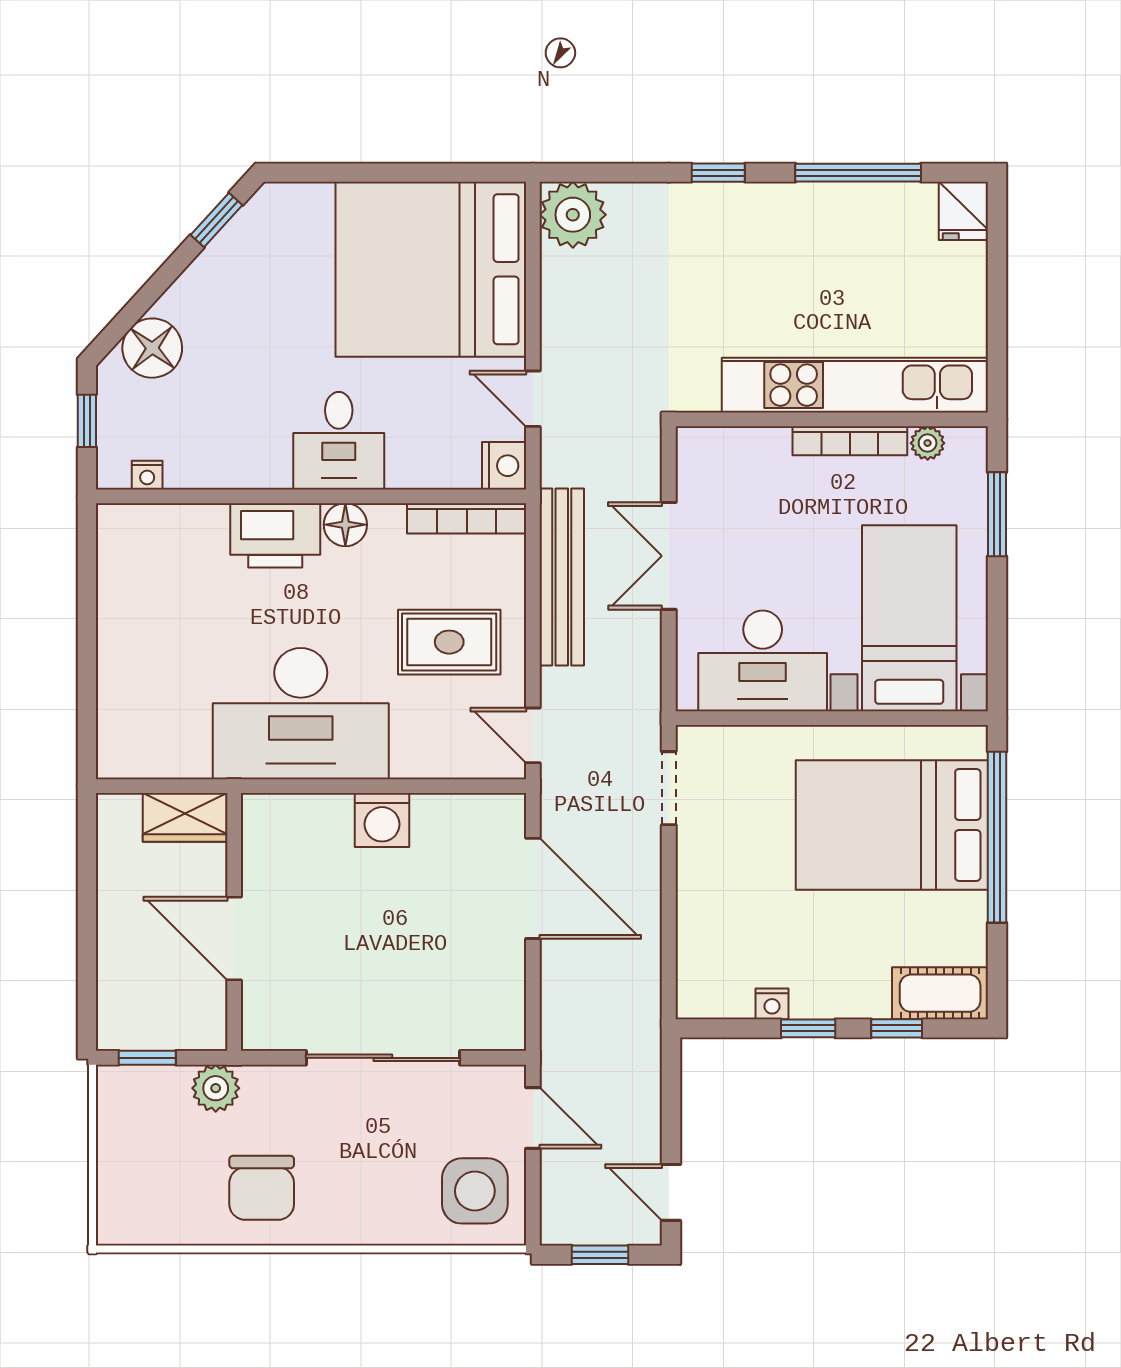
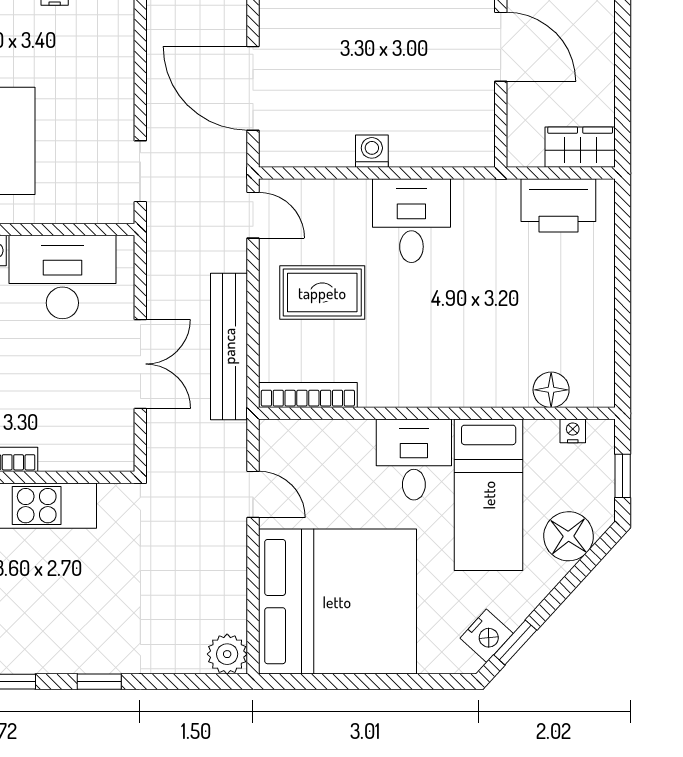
plant: (573, 215) -> (227, 654), width x0.73, depth x0.73
bed: (249, 398) -> (489, 495), added
nightstand: (504, 466) -> (487, 636), moved, turned -138
floor lamp: (345, 525) -> (551, 390), moved
printer: (275, 535) -> (558, 205), moved, turned 180
desk: (301, 714) -> (411, 221), width x0.53, depth x0.77
wardrobe: (185, 817) -> (580, 147), moved
washing machine: (382, 820) -> (372, 151), width x0.73, depth x0.73

